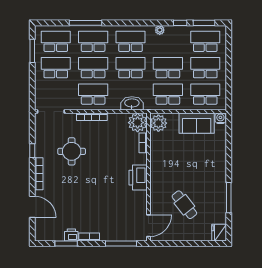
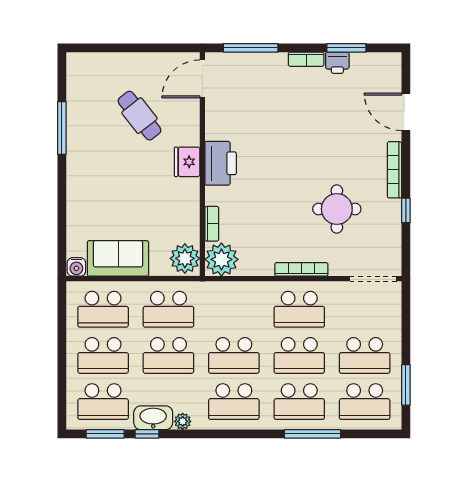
washbasin: (132, 103) -> (153, 418), moved, turned 180
fridge: (219, 233) -> (187, 162), moved, turned 180

